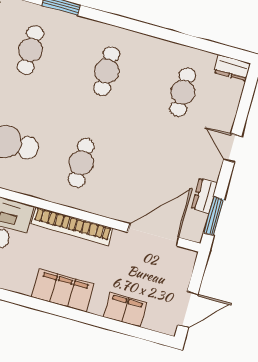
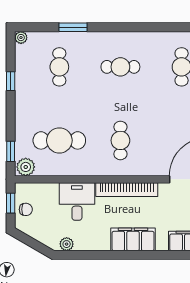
cafe table: (107, 71) -> (120, 67), turned 90

